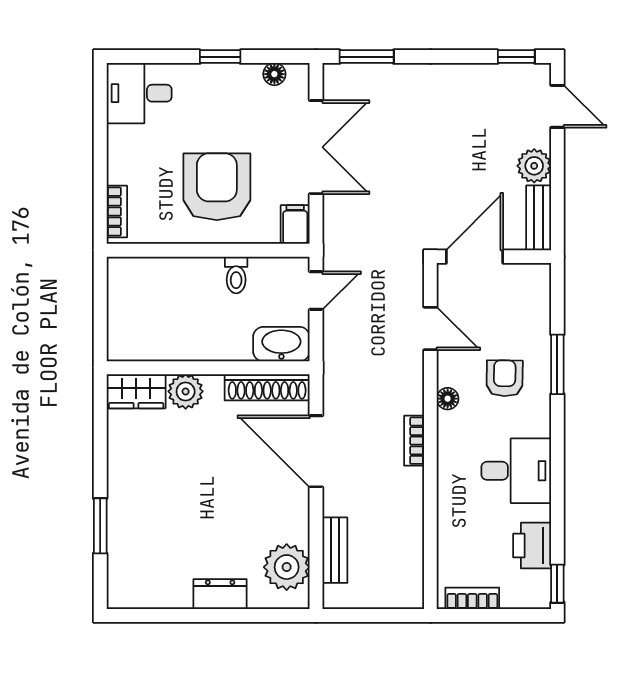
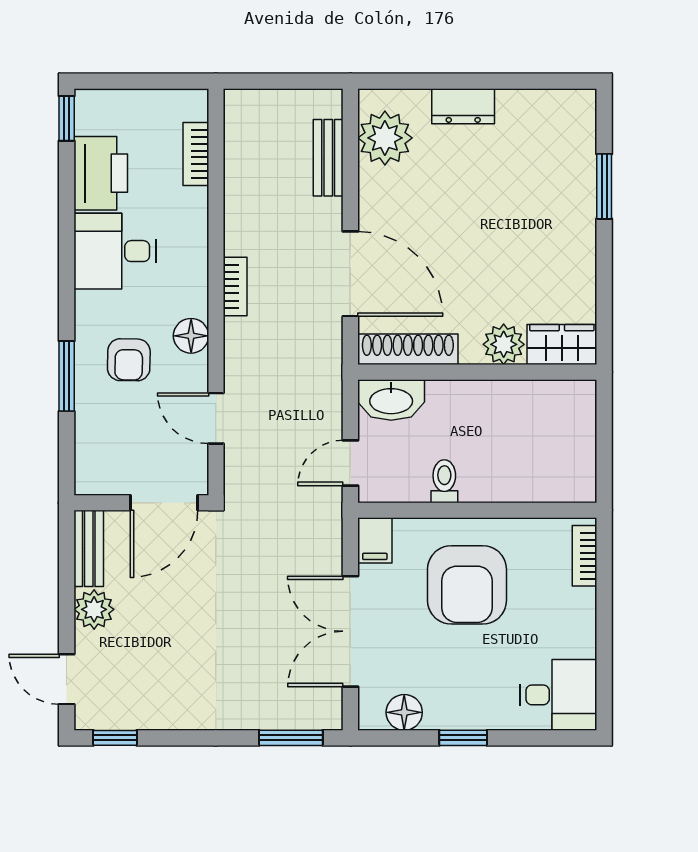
floor lamp: (274, 74) -> (404, 712), width x1.37, depth x1.37
floor lamp: (448, 399) -> (191, 336), width x1.37, depth x1.37
printer: (532, 546) -> (101, 173), width x1.37, depth x1.19
bookcase: (472, 598) -> (196, 154), moved, turned 90

